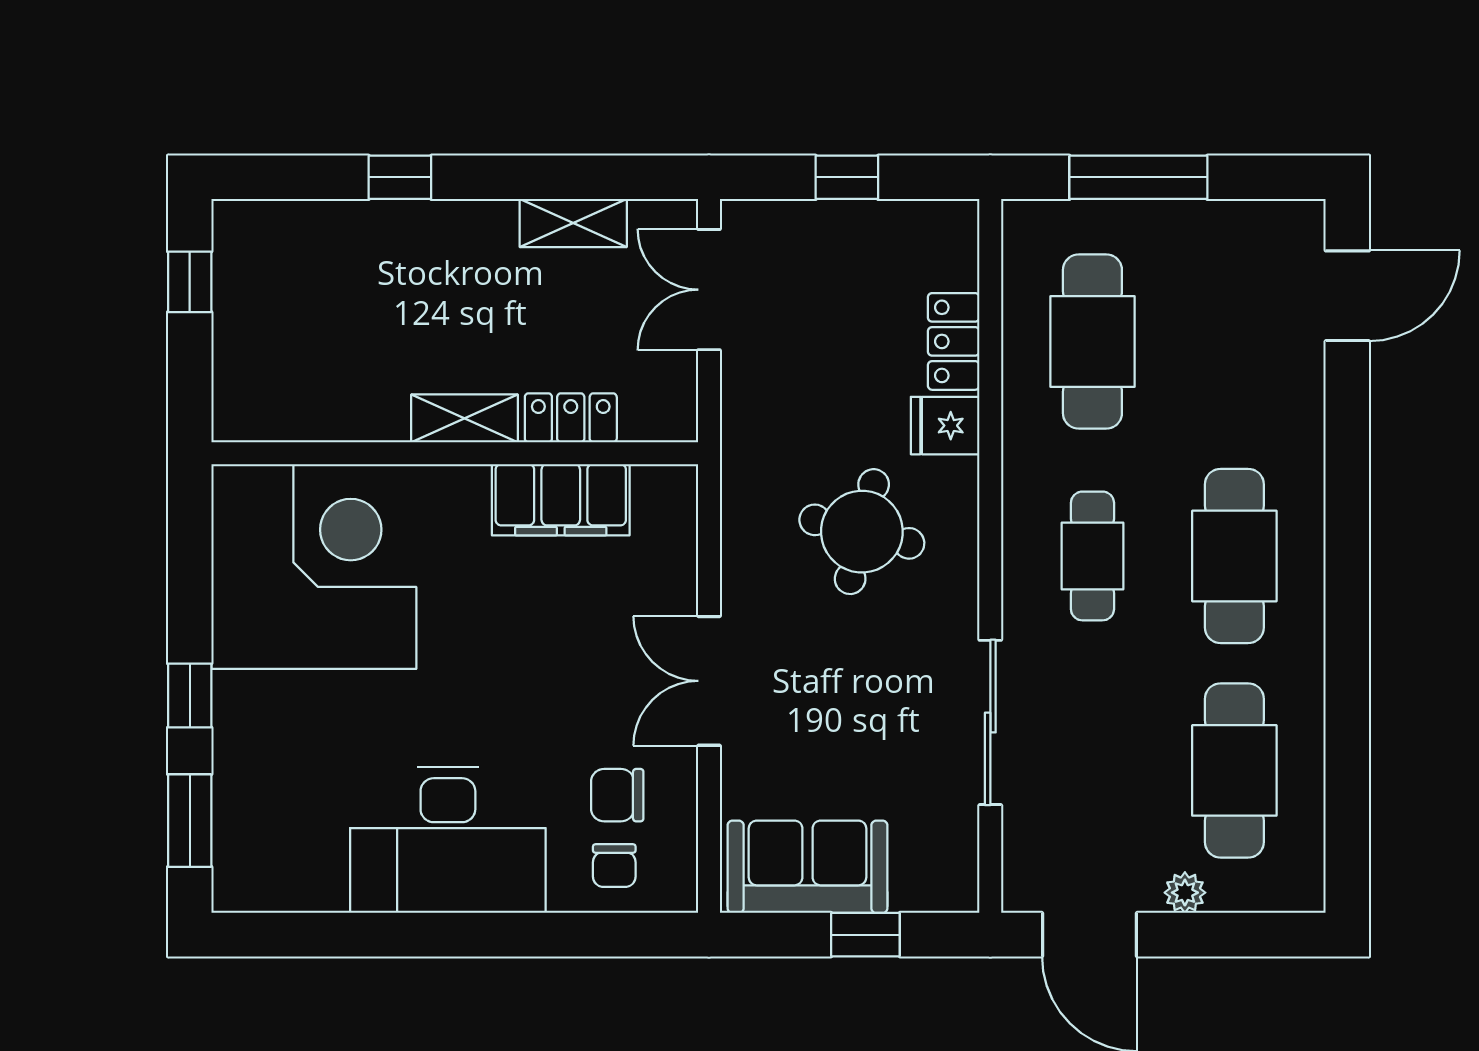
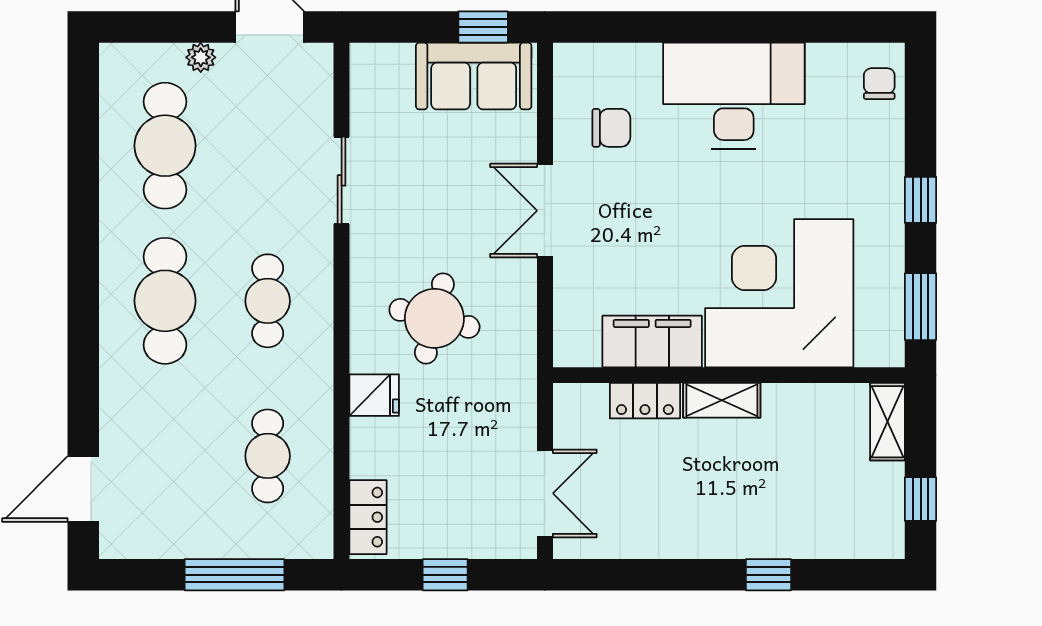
shelving: (573, 223) -> (887, 422), moved, turned 90
locker: (954, 341) -> (368, 517), moved
cafe table: (1092, 342) -> (268, 456), width x0.73, depth x0.74
corner desk: (314, 566) -> (779, 293), moved, turned 90
double door: (709, 681) -> (545, 211), swing flipped
sliding door: (990, 722) -> (342, 180), width x0.73
window: (190, 821) -> (921, 307), moved
chair: (614, 866) -> (879, 84), moved
window: (865, 935) -> (483, 27), moved

